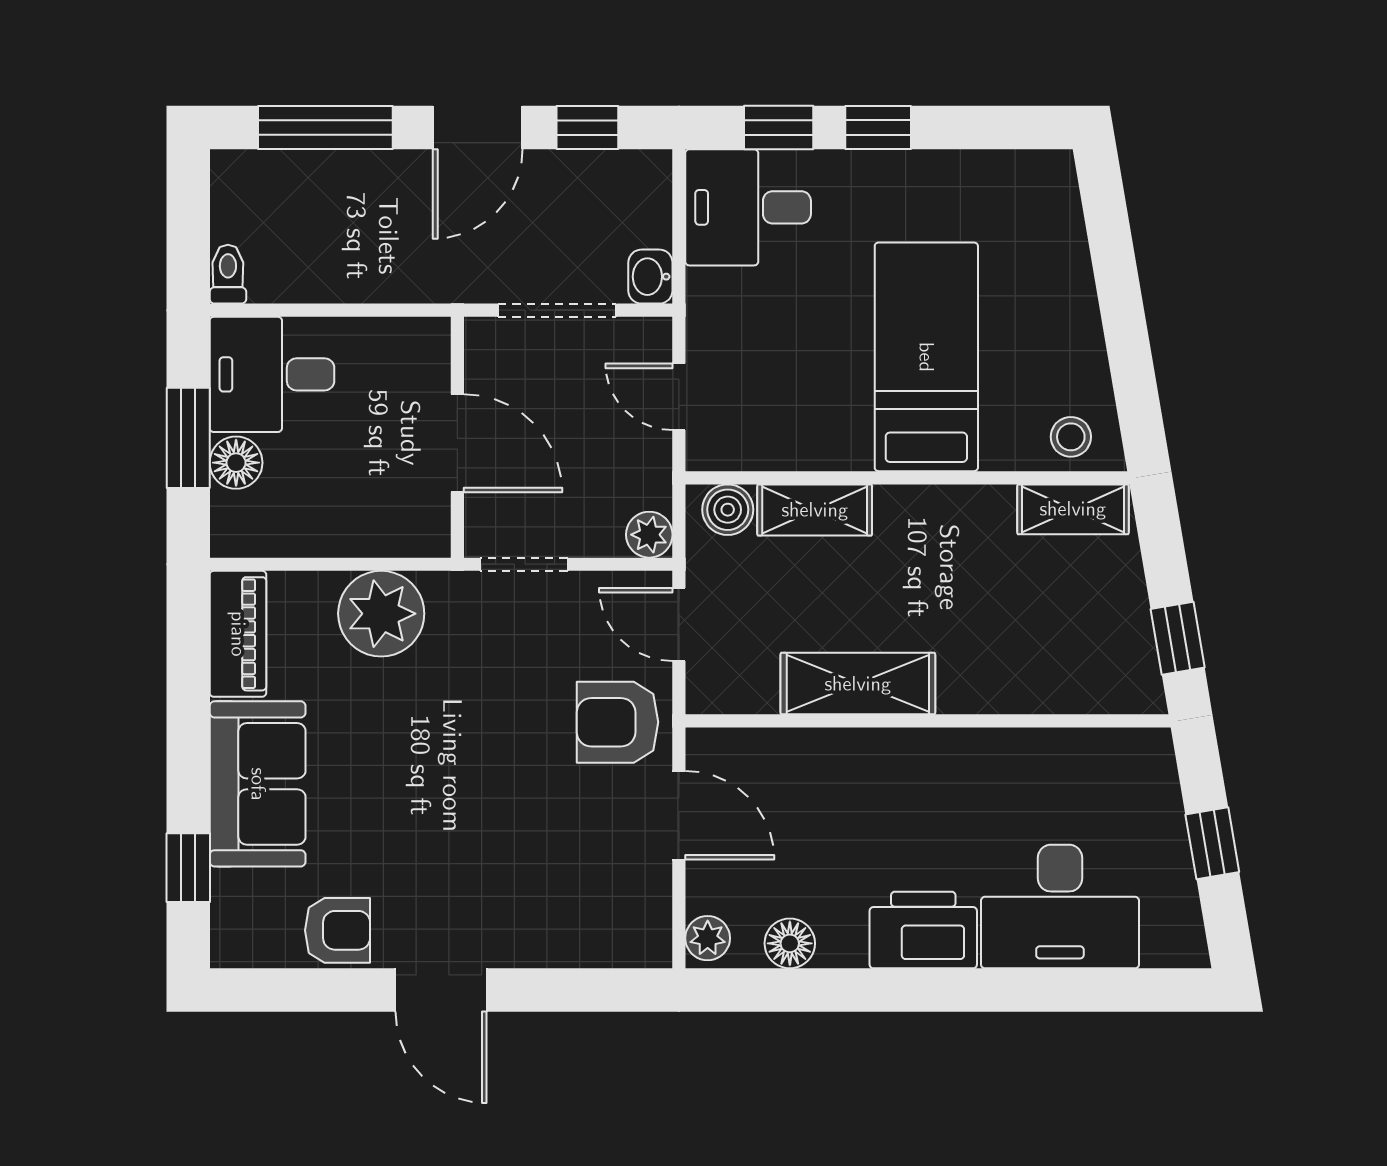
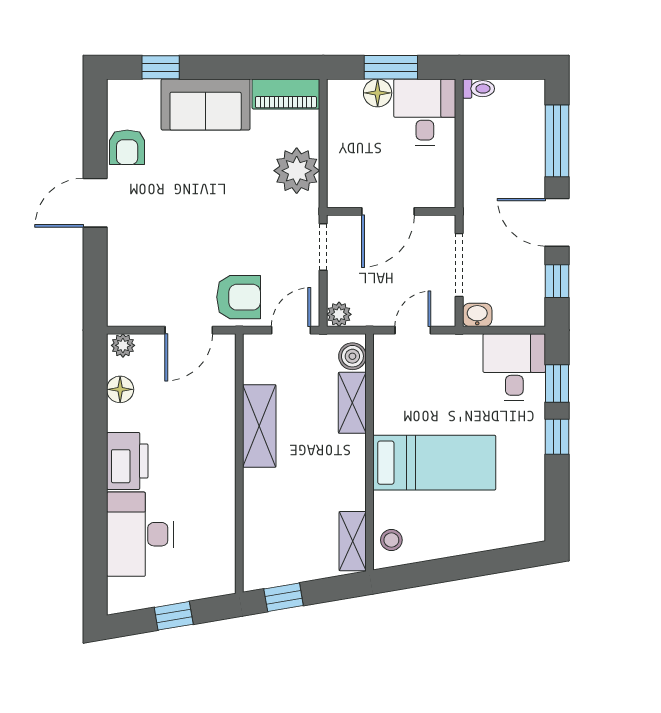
armchair: (617, 722) -> (239, 297), turned 90

